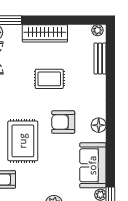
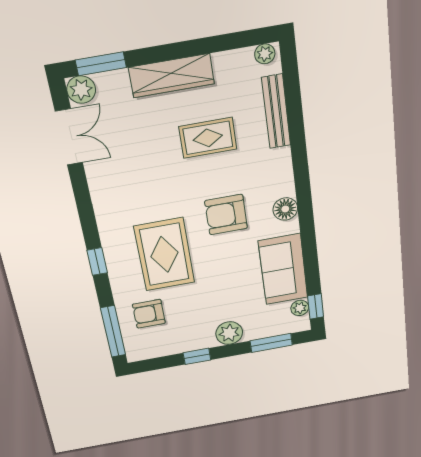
bench: (100, 59) -> (276, 112), width x1.36
rug: (49, 79) -> (208, 138), moved

